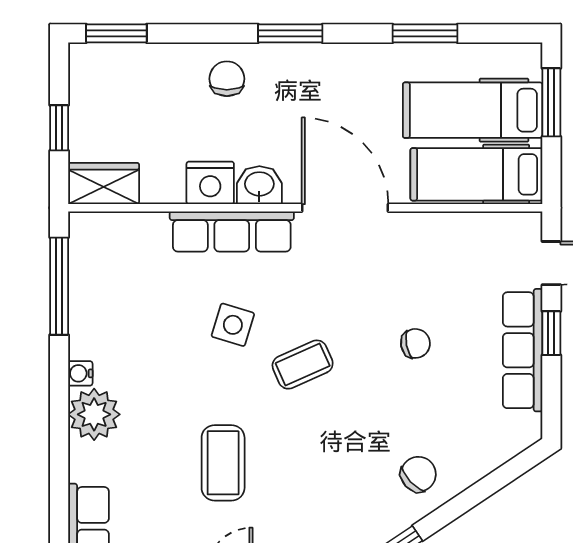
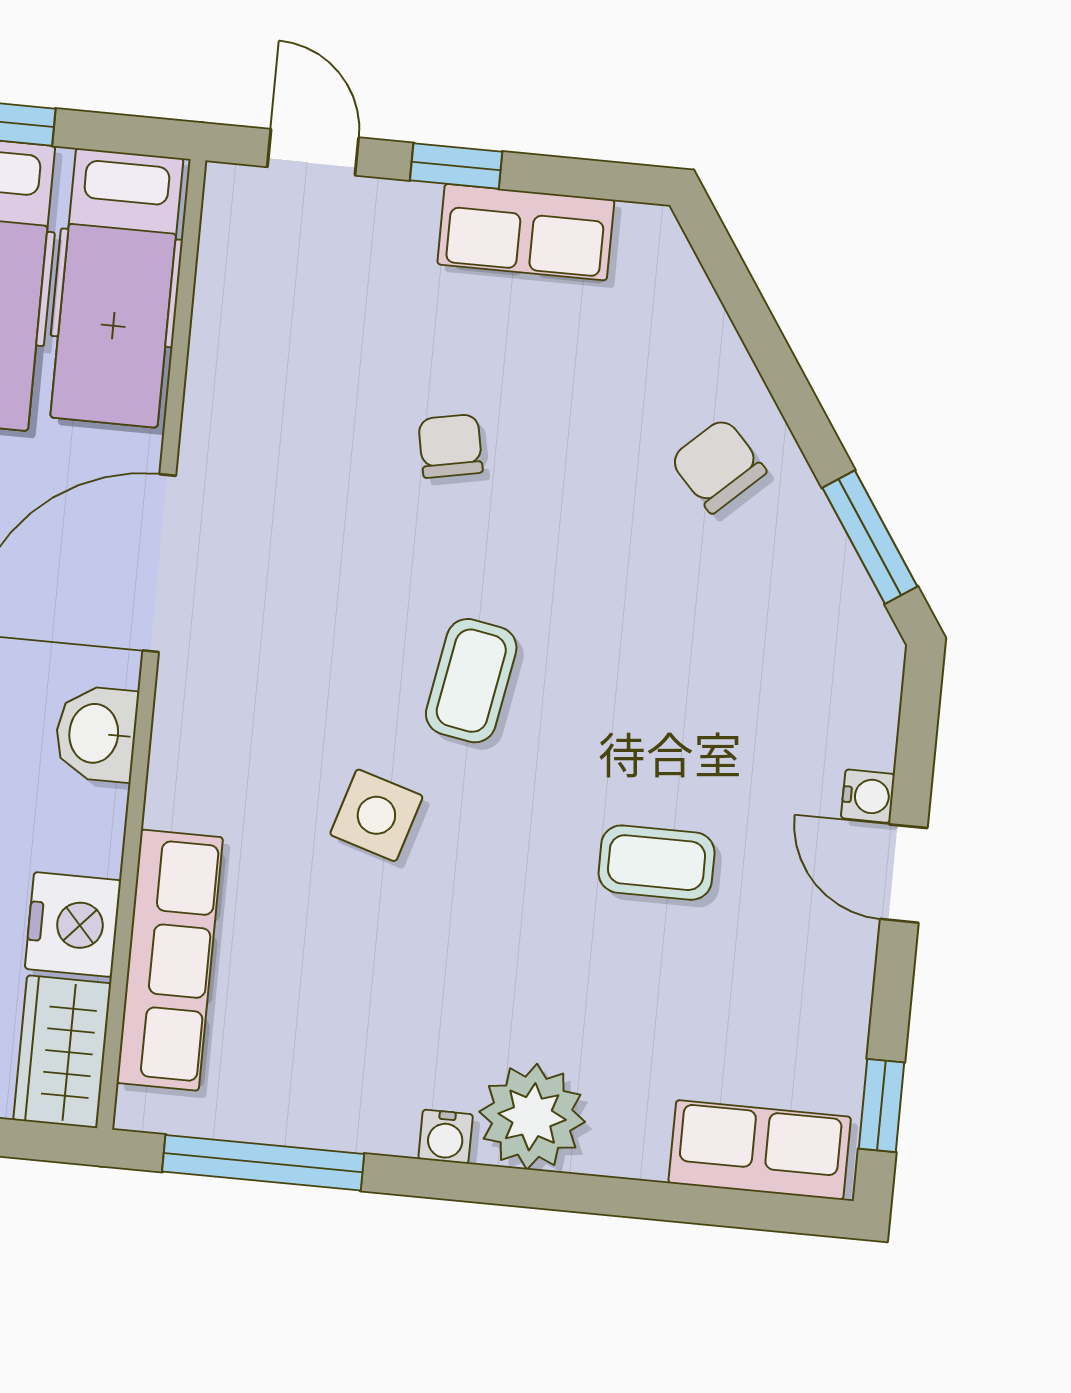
nightstand: (210, 183) -> (73, 925), moved
row of seats: (232, 231) -> (170, 960), moved
row of seats: (523, 350) -> (526, 232), width x0.68
coffee table: (303, 365) -> (471, 681), turned 34
coffee table: (223, 463) -> (657, 863), width x0.73, depth x0.77

